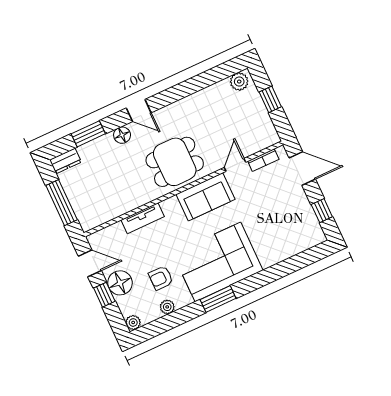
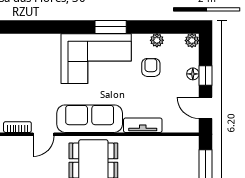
sofa: (206, 197) -> (90, 119), width x1.36
armchair: (161, 278) -> (151, 67), turned -90
floor lamp: (120, 283) -> (193, 74), width x0.53, depth x0.53

